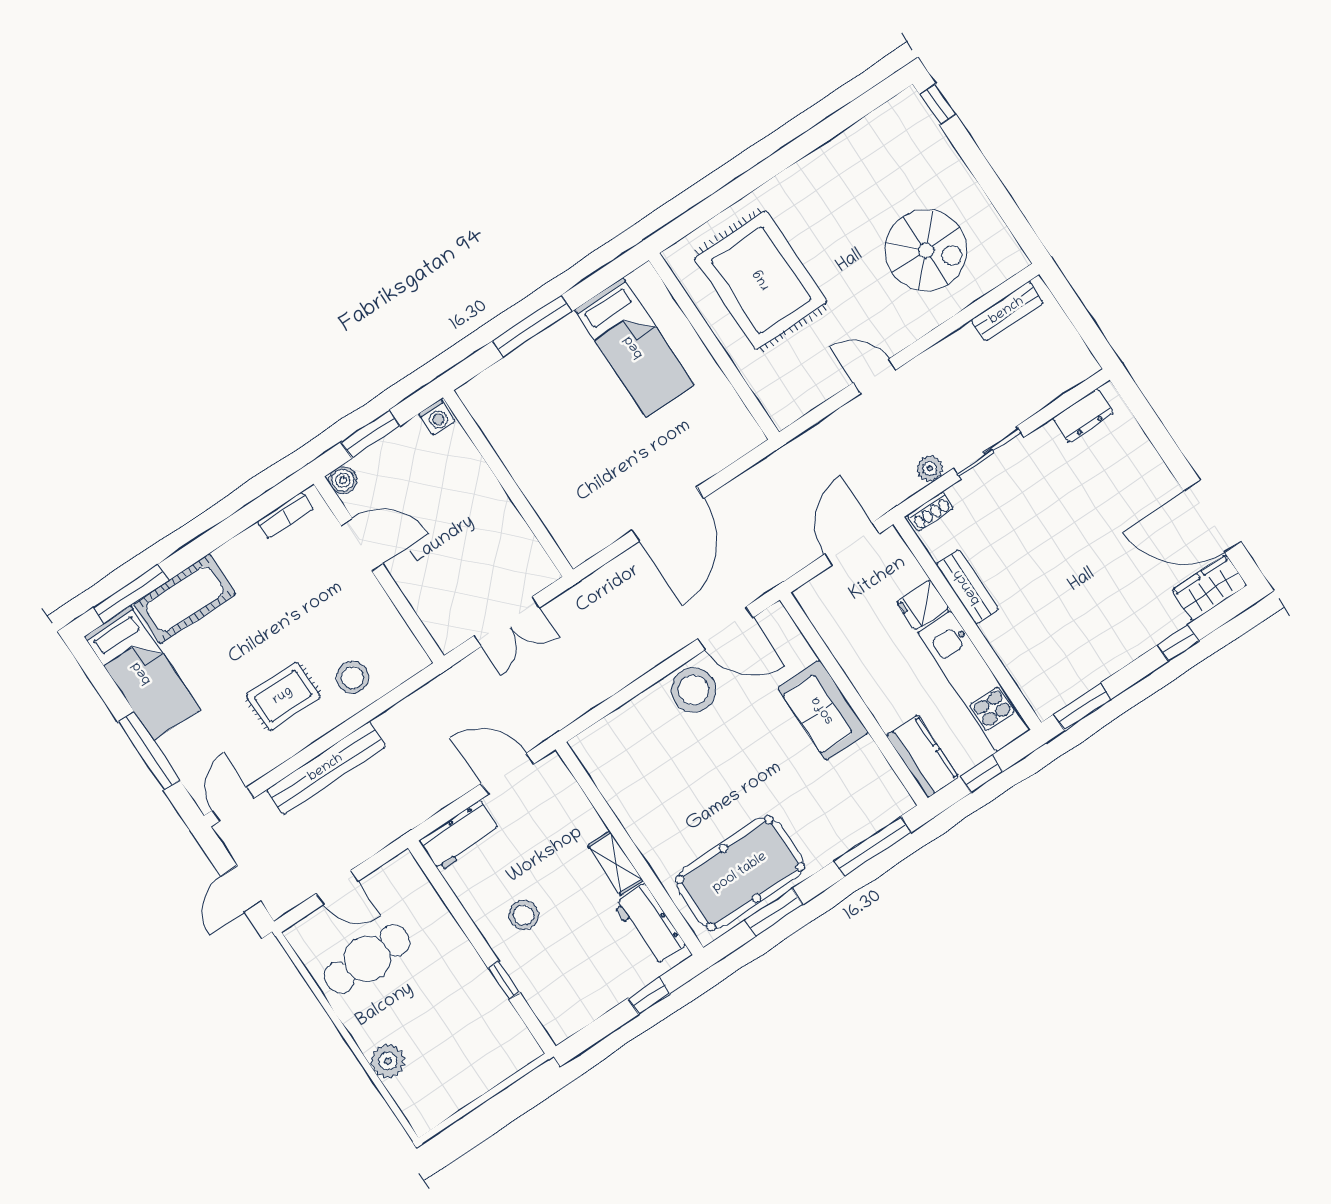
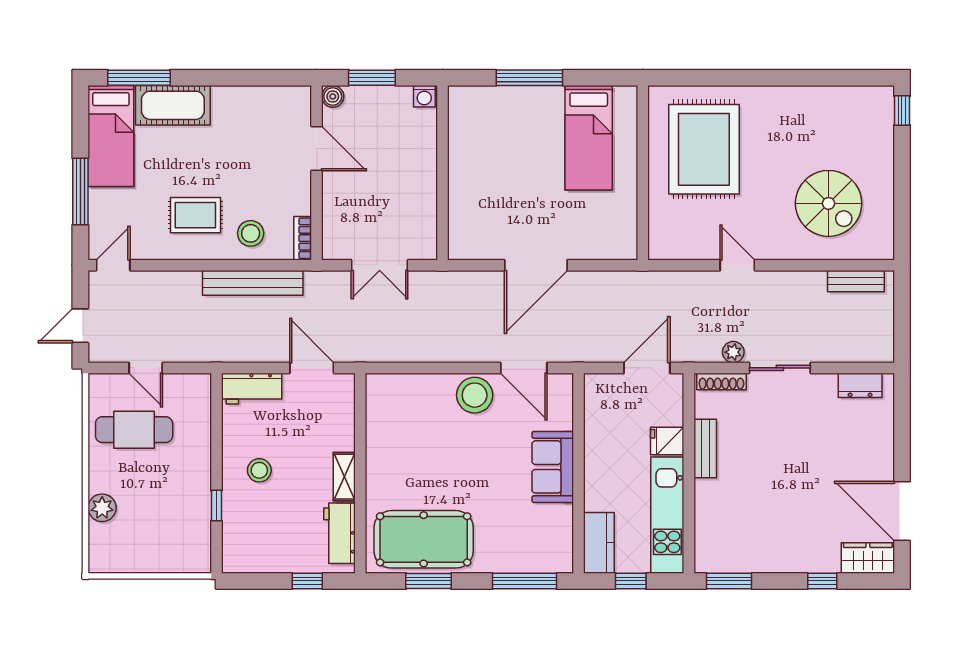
shoe rack: (930, 512) -> (721, 381), width x1.43
bookcase: (285, 515) -> (303, 238), moved, turned 90
bench: (326, 768) -> (253, 283), moved

